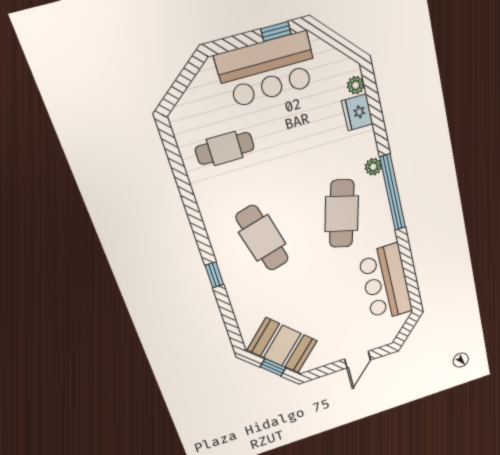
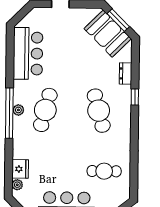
plant: (373, 167) -> (18, 110), moved
dresser: (239, 303) -> (126, 73), added
window: (273, 367) -> (118, 20), width x1.50

